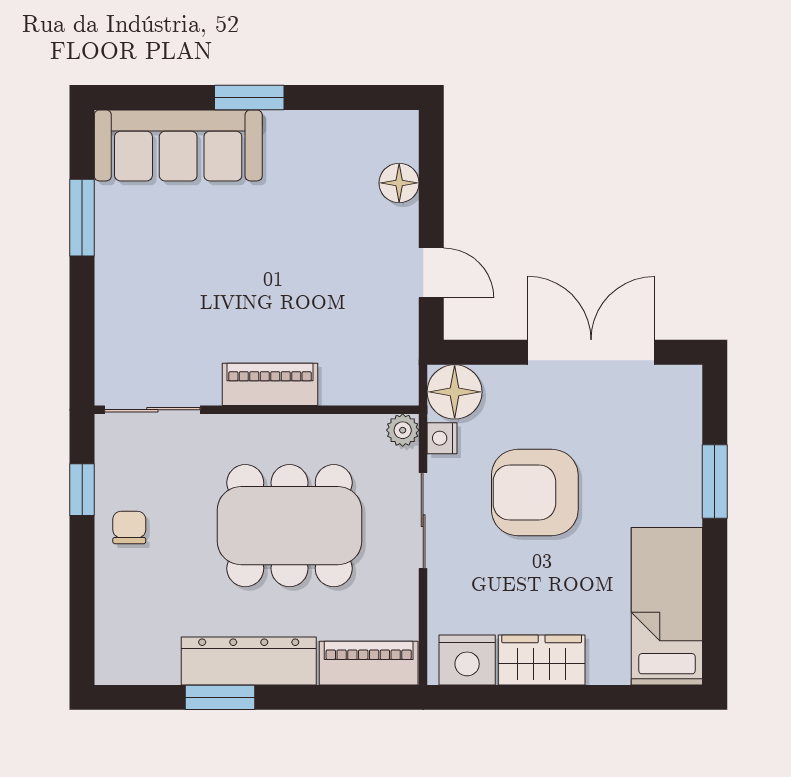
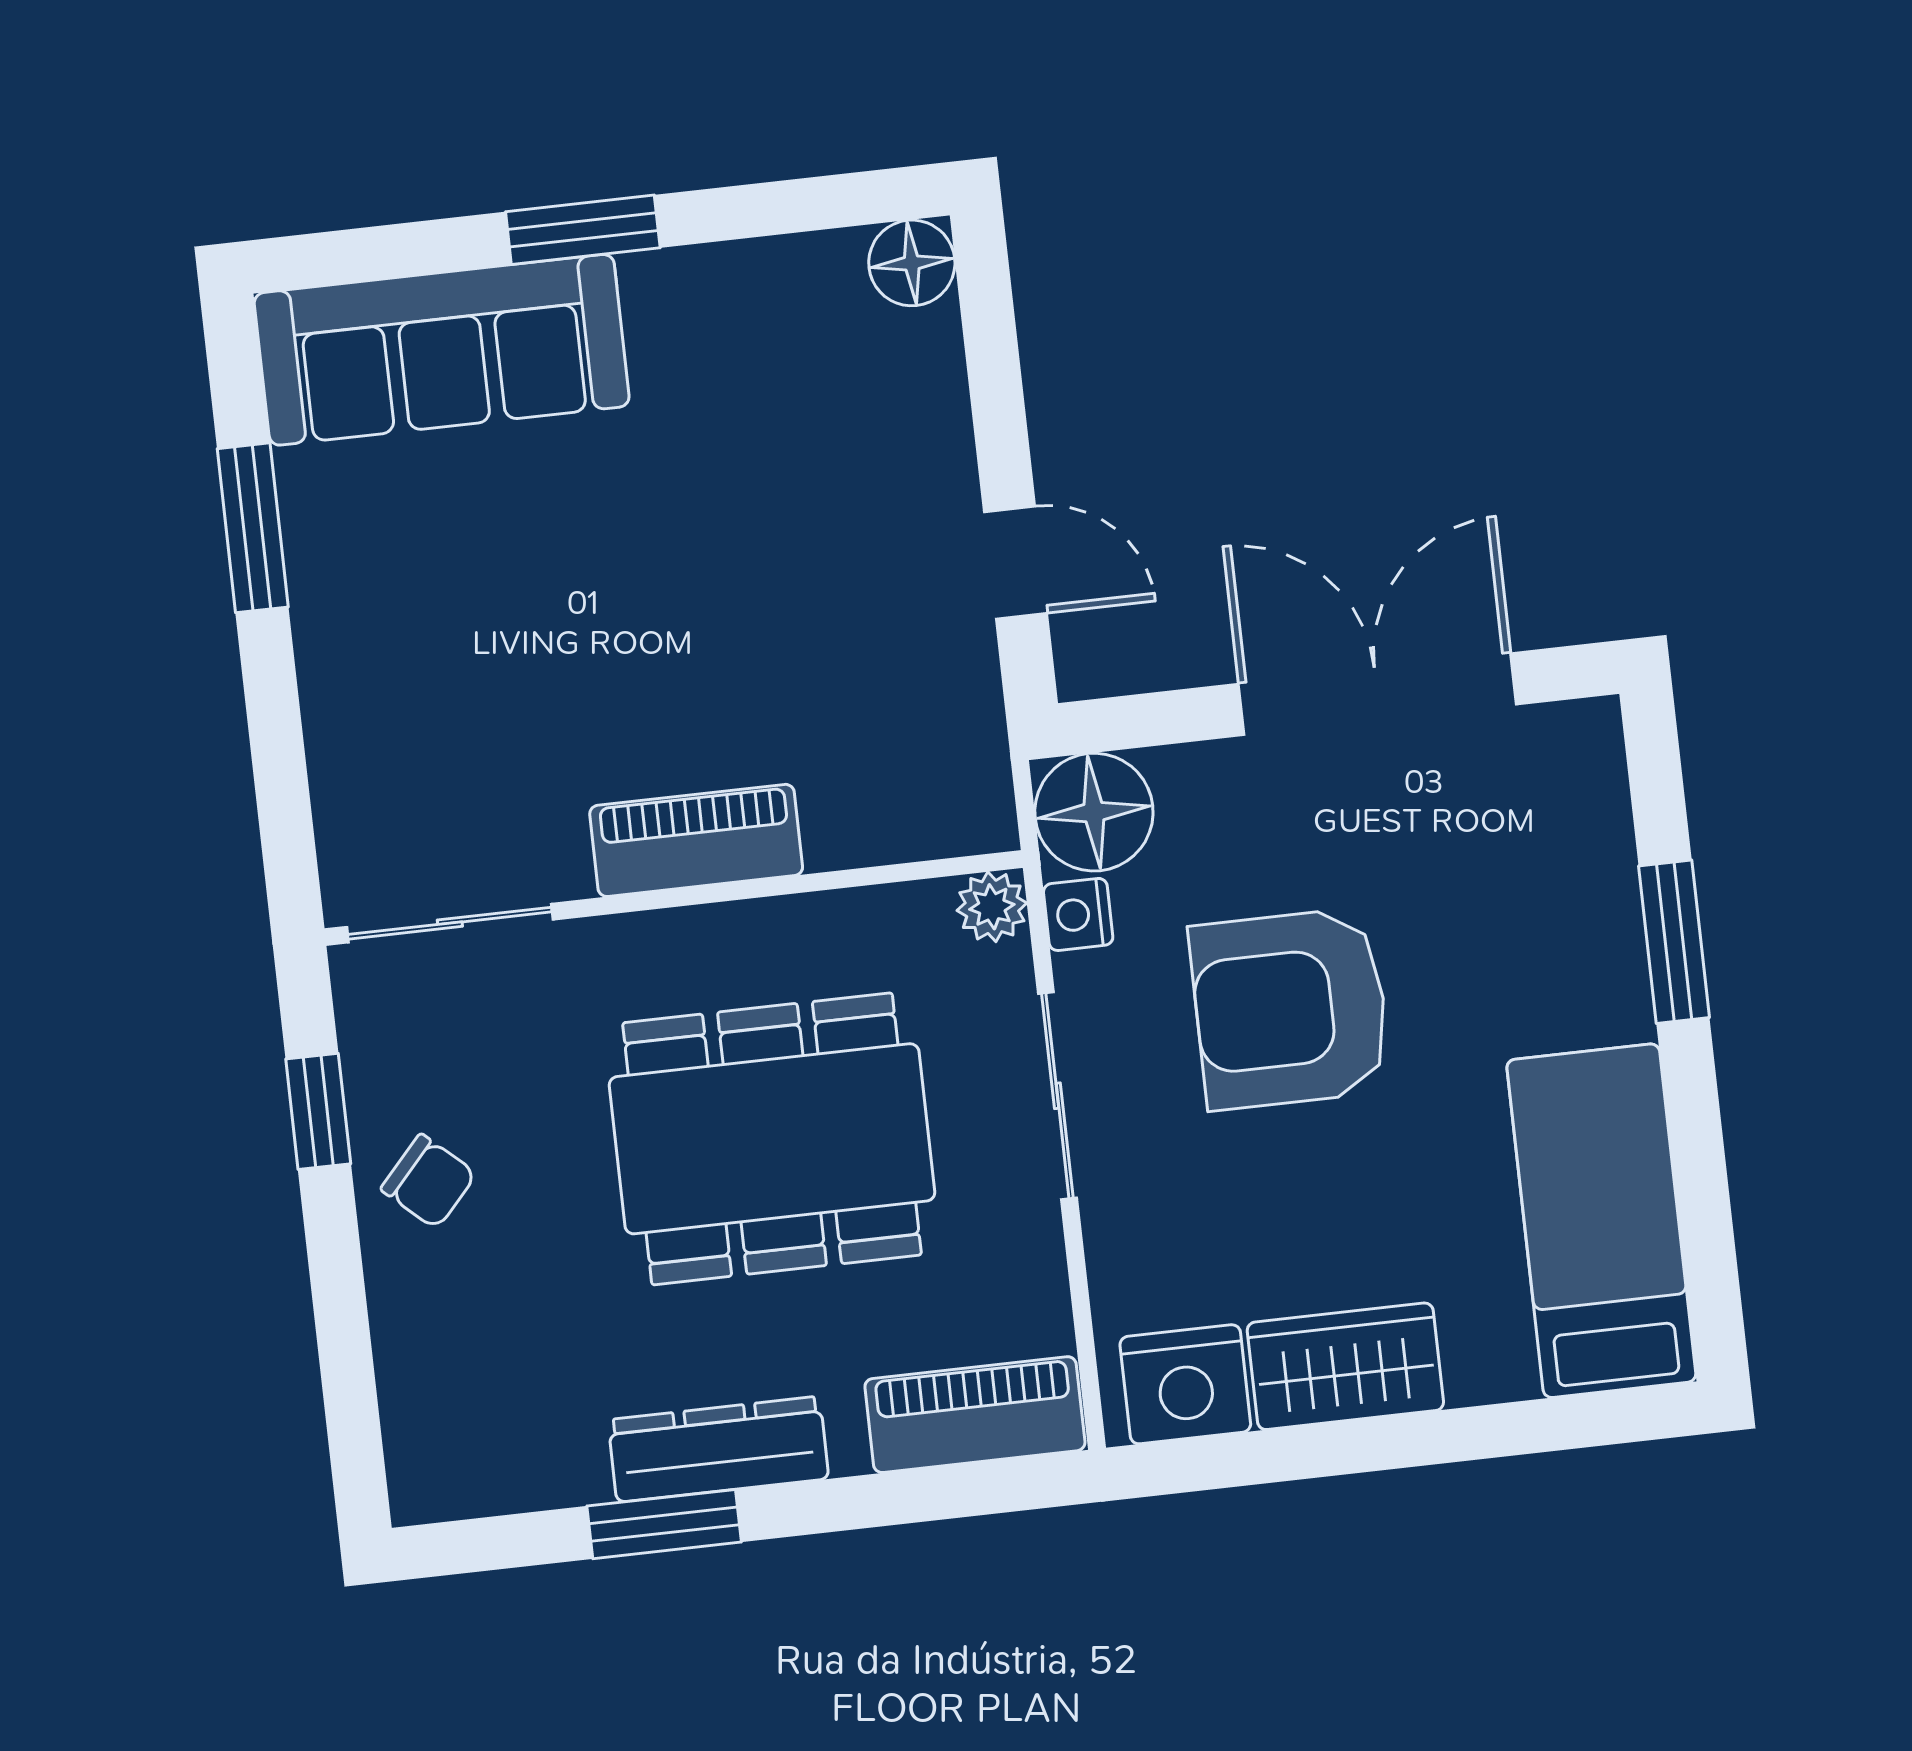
floor lamp: (399, 183) -> (912, 263), moved
chair: (129, 527) -> (429, 1181), turned 132
dresser: (249, 661) -> (718, 1449), width x0.73, depth x0.80

